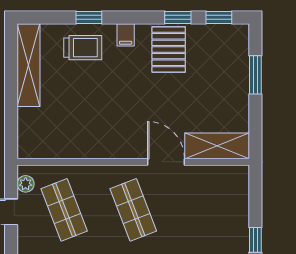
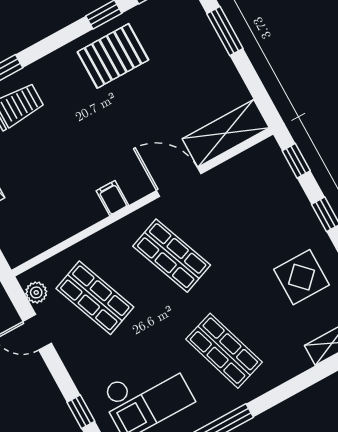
filing cabinet: (126, 35) -> (112, 198), moved, turned 180
pallet: (169, 50) -> (113, 56), turned 90
window: (255, 192) -> (296, 161), added

